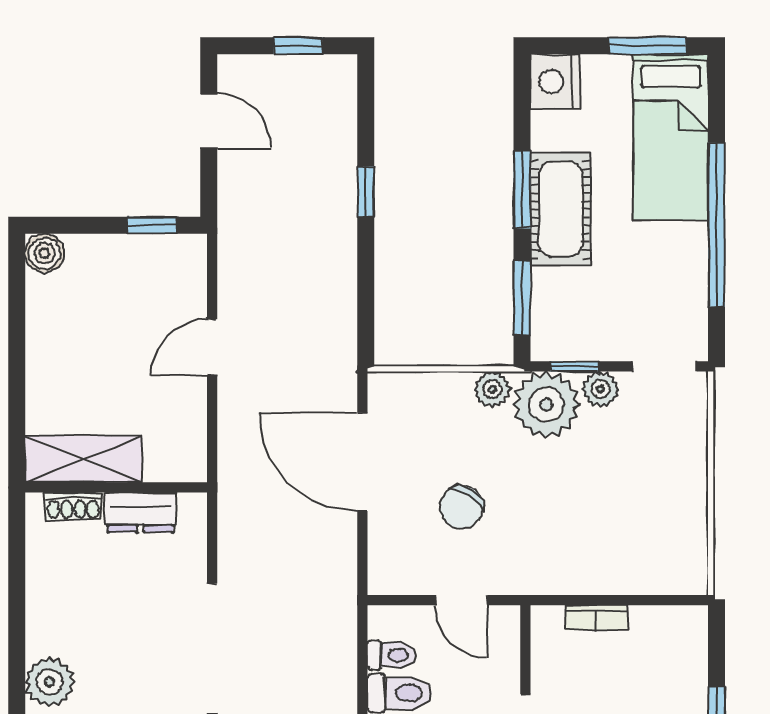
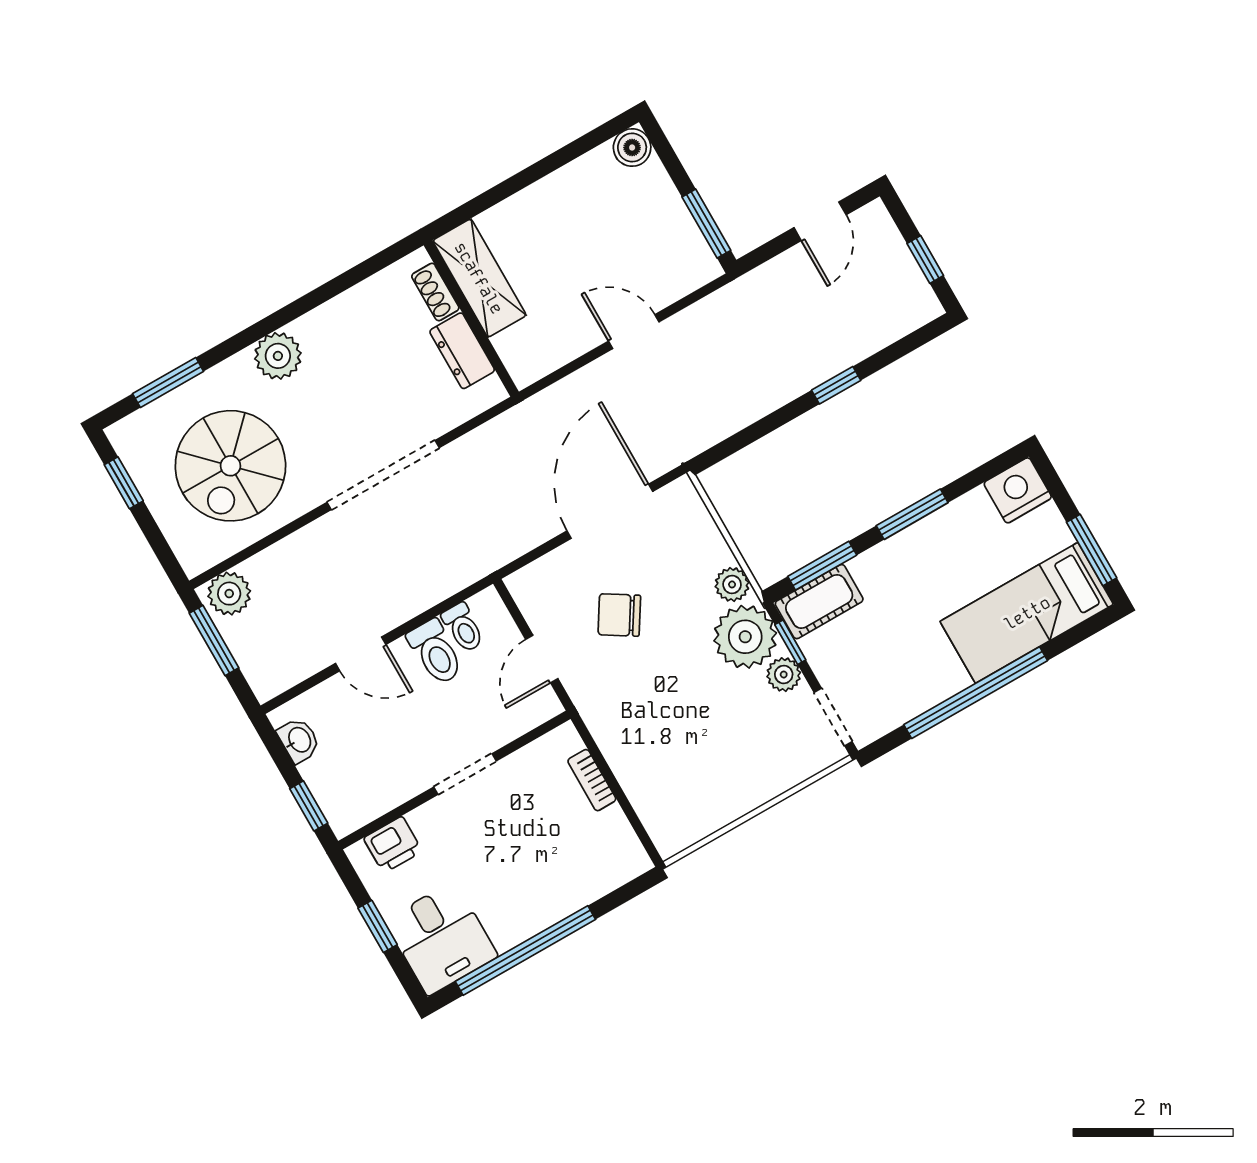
cot: (560, 209) -> (819, 602), moved, width x0.73, depth x0.75
window: (152, 225) -> (706, 224), width x1.50

